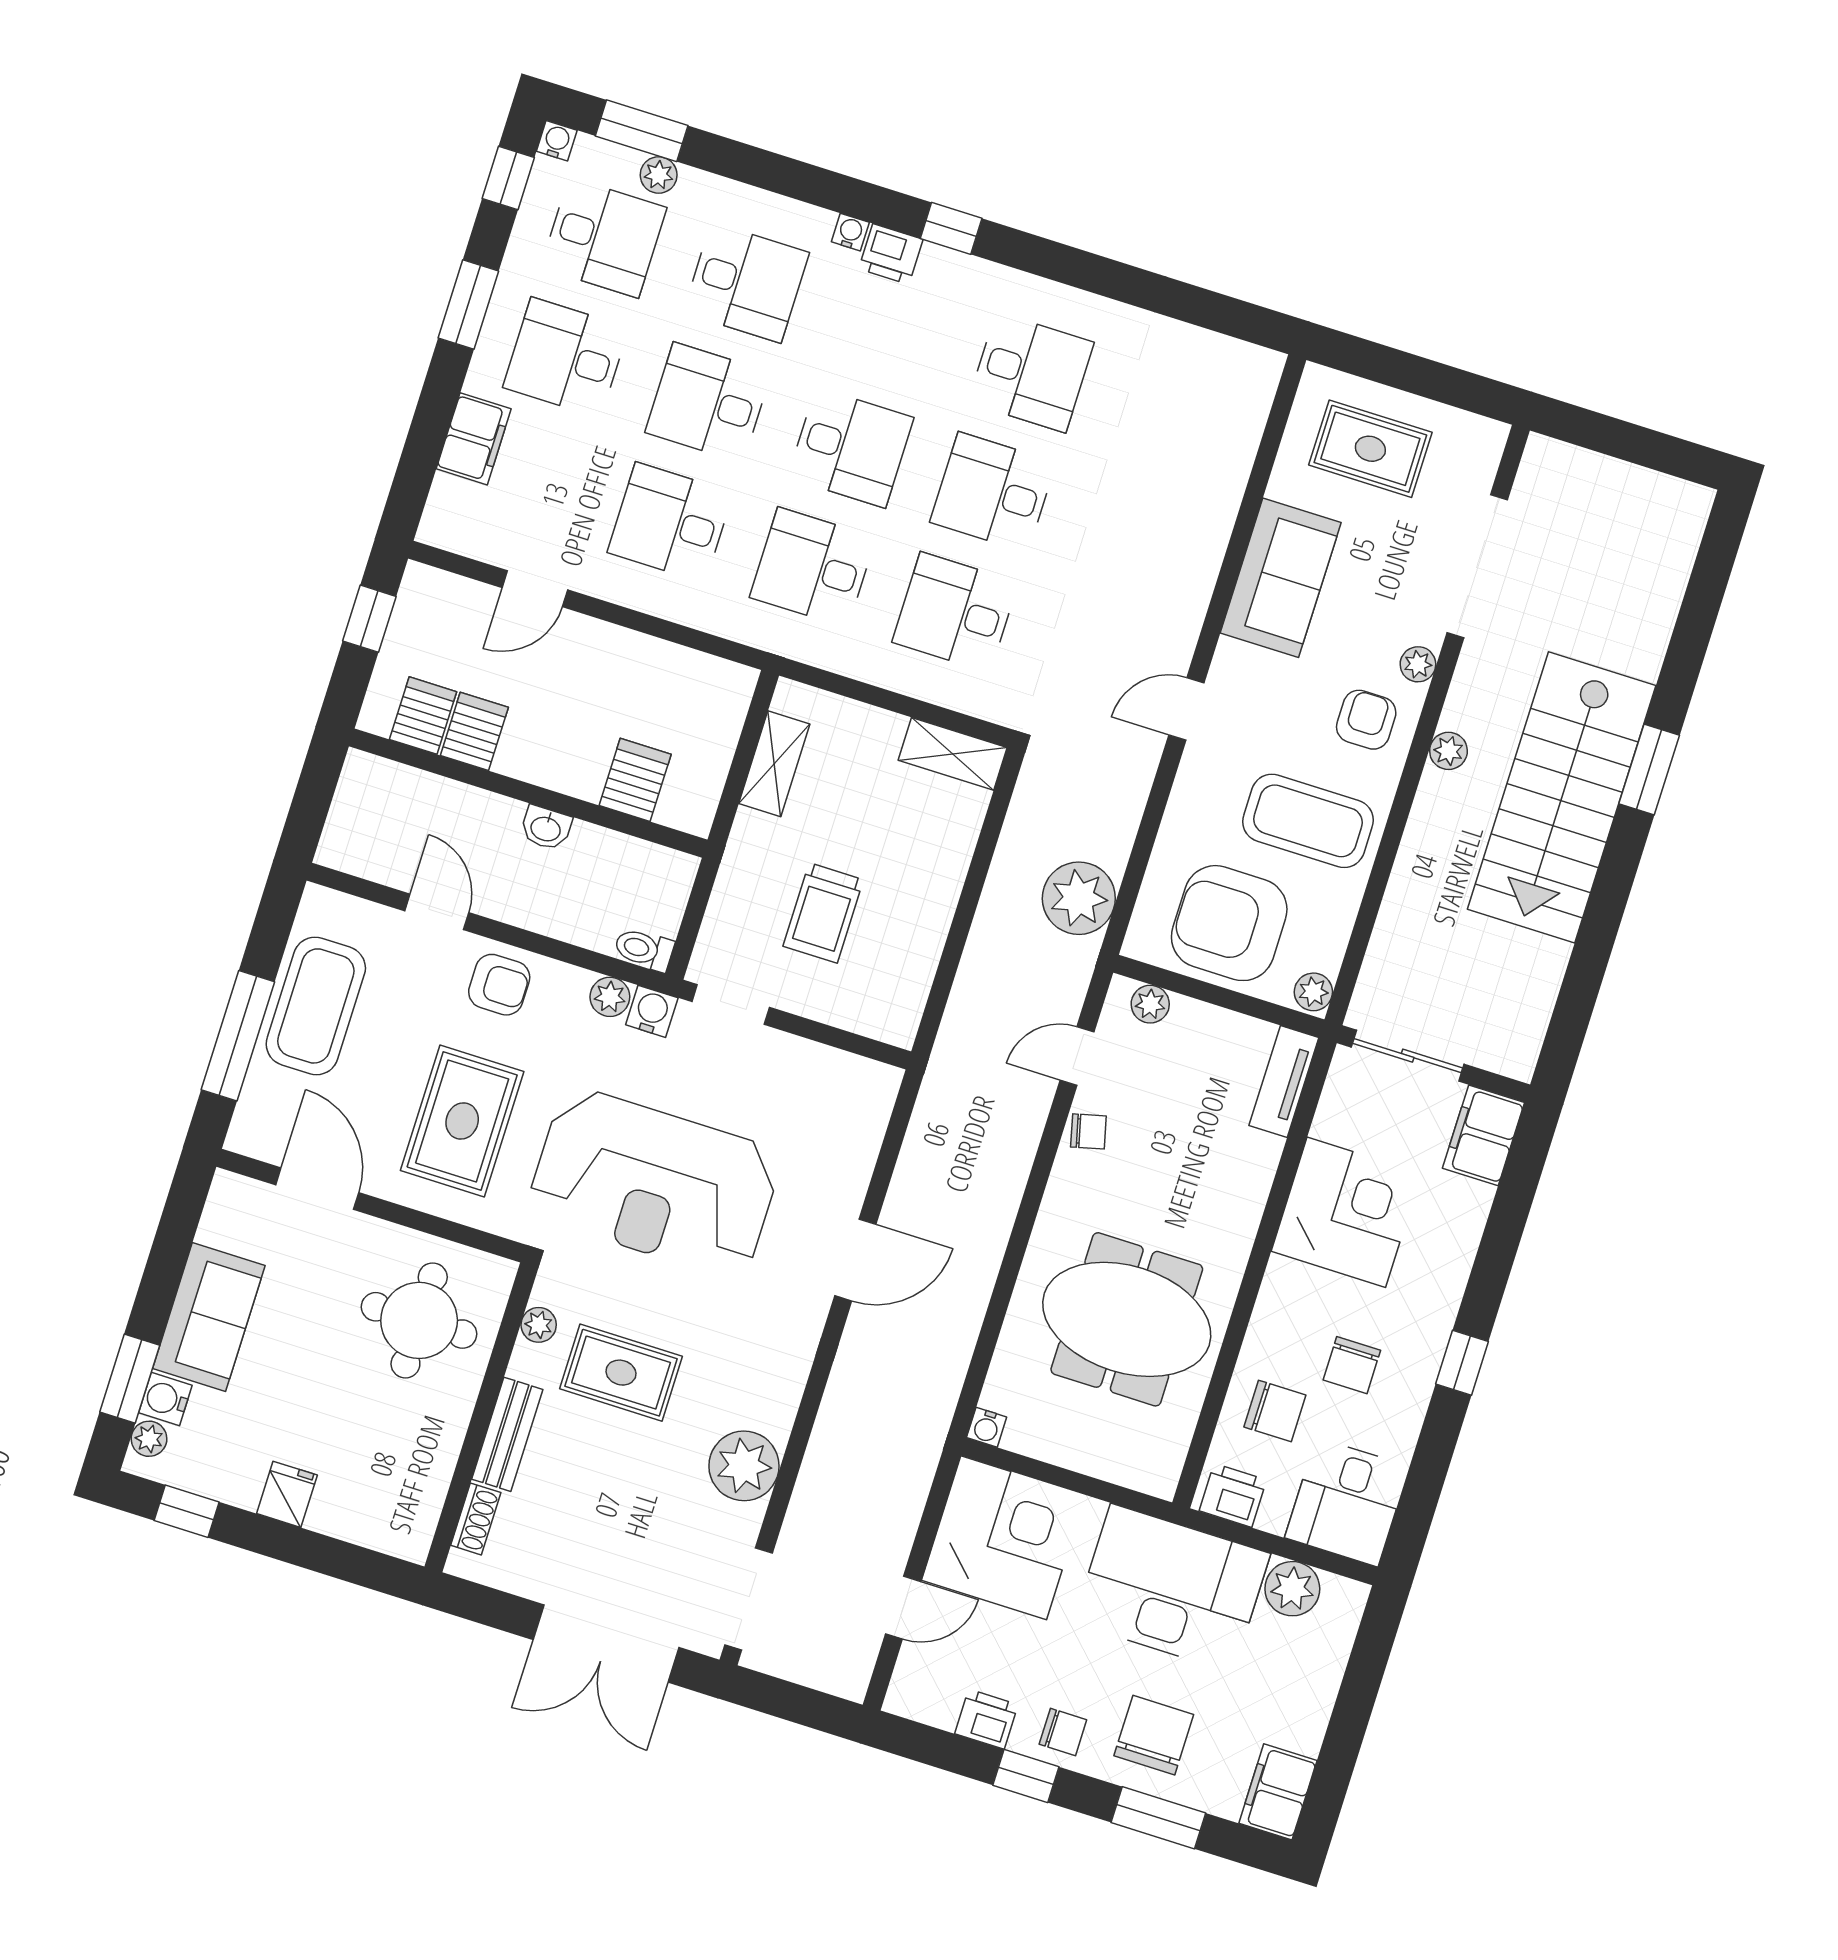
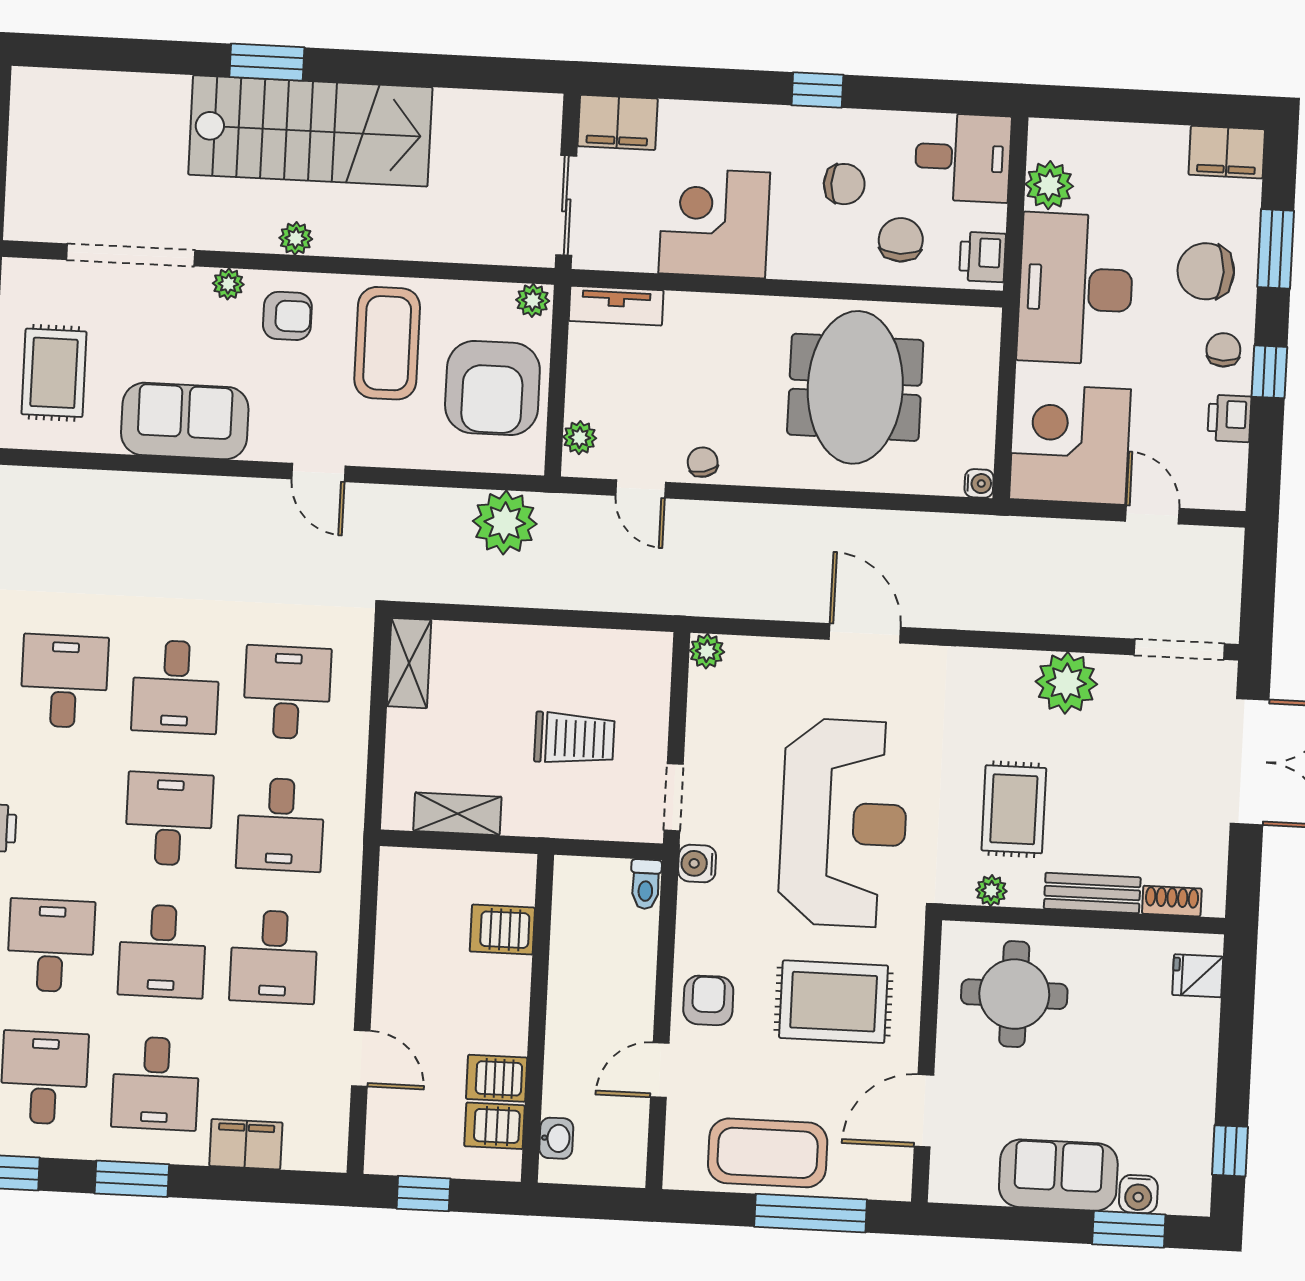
desk: (955, 612) -> (287, 692), turned 180
armchair: (1366, 720) -> (287, 316), turned 180
washbasin: (546, 828) -> (556, 1138), moved
plant: (610, 997) -> (707, 651), moved
plant: (149, 1439) -> (1176, 1199), removed
fridge: (287, 1494) -> (1198, 976), moved

